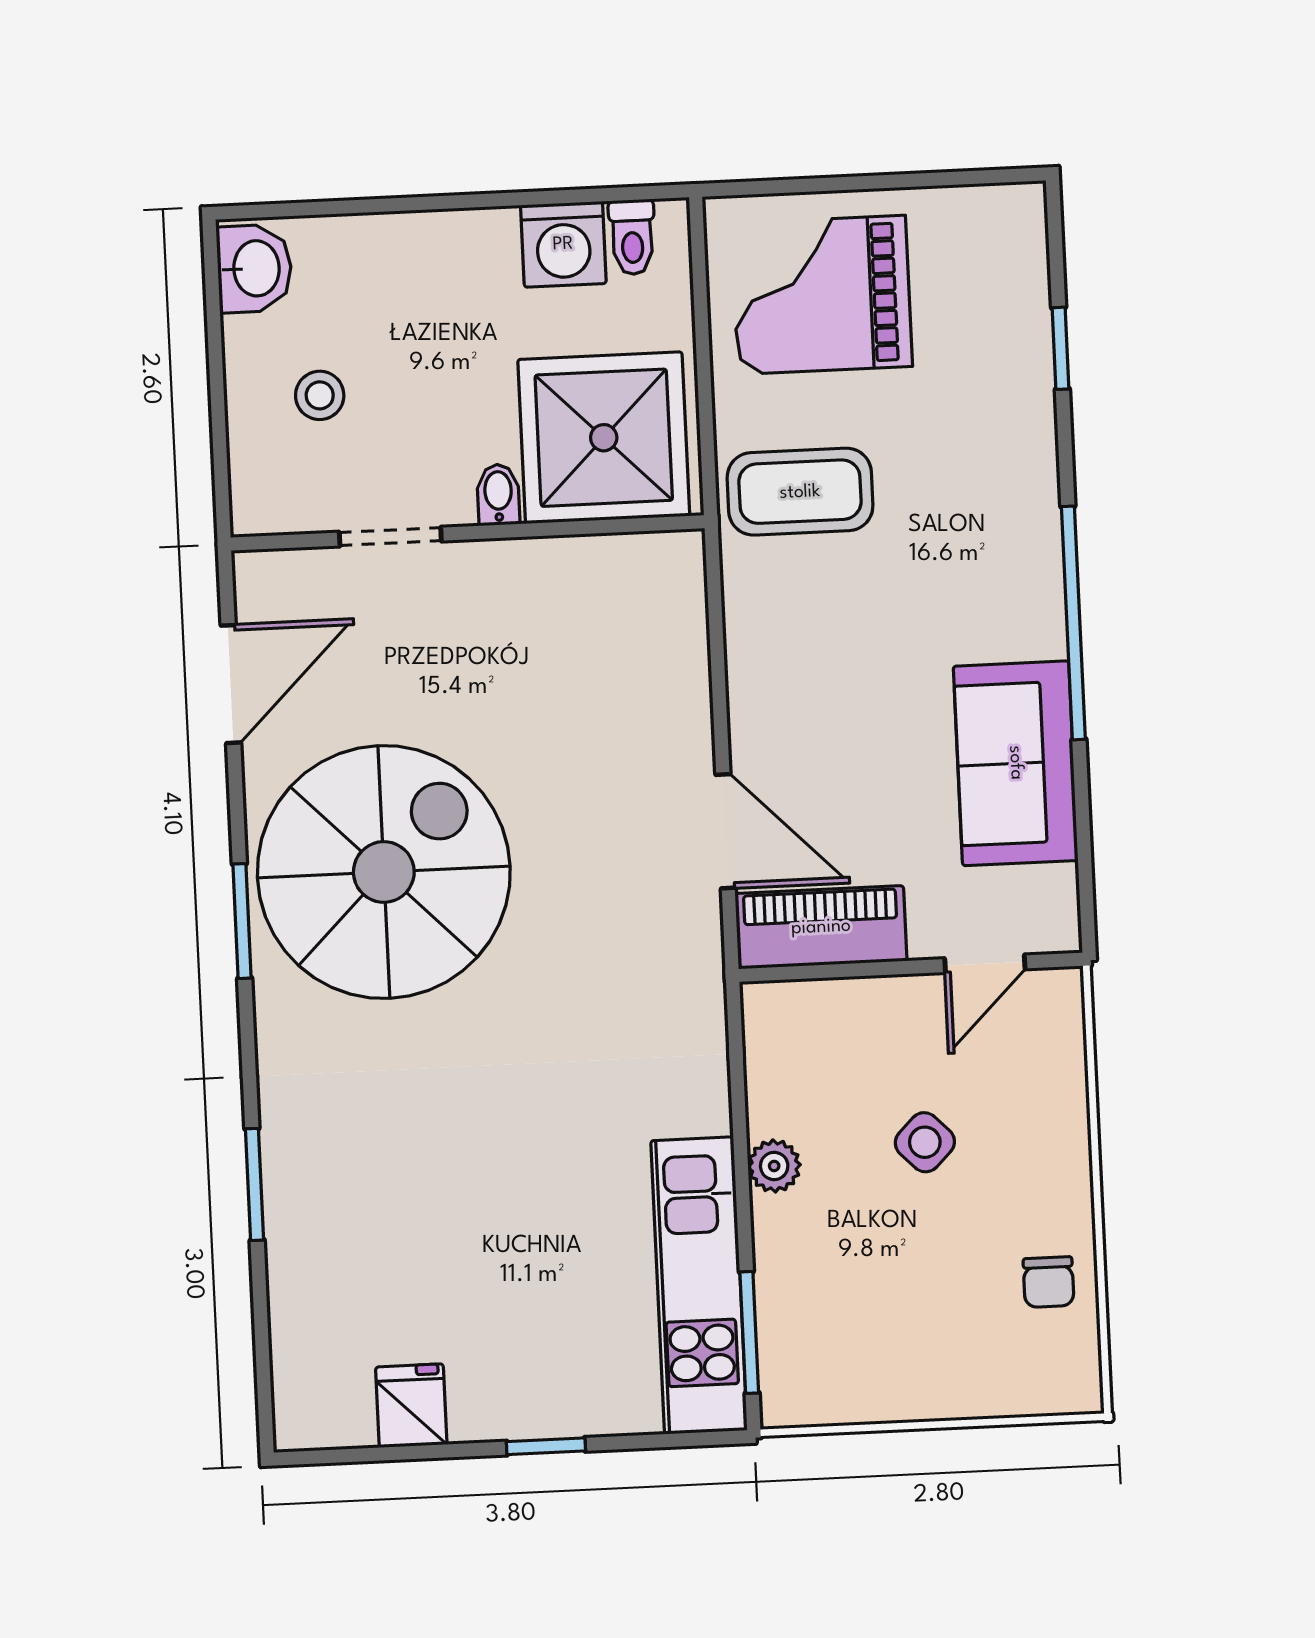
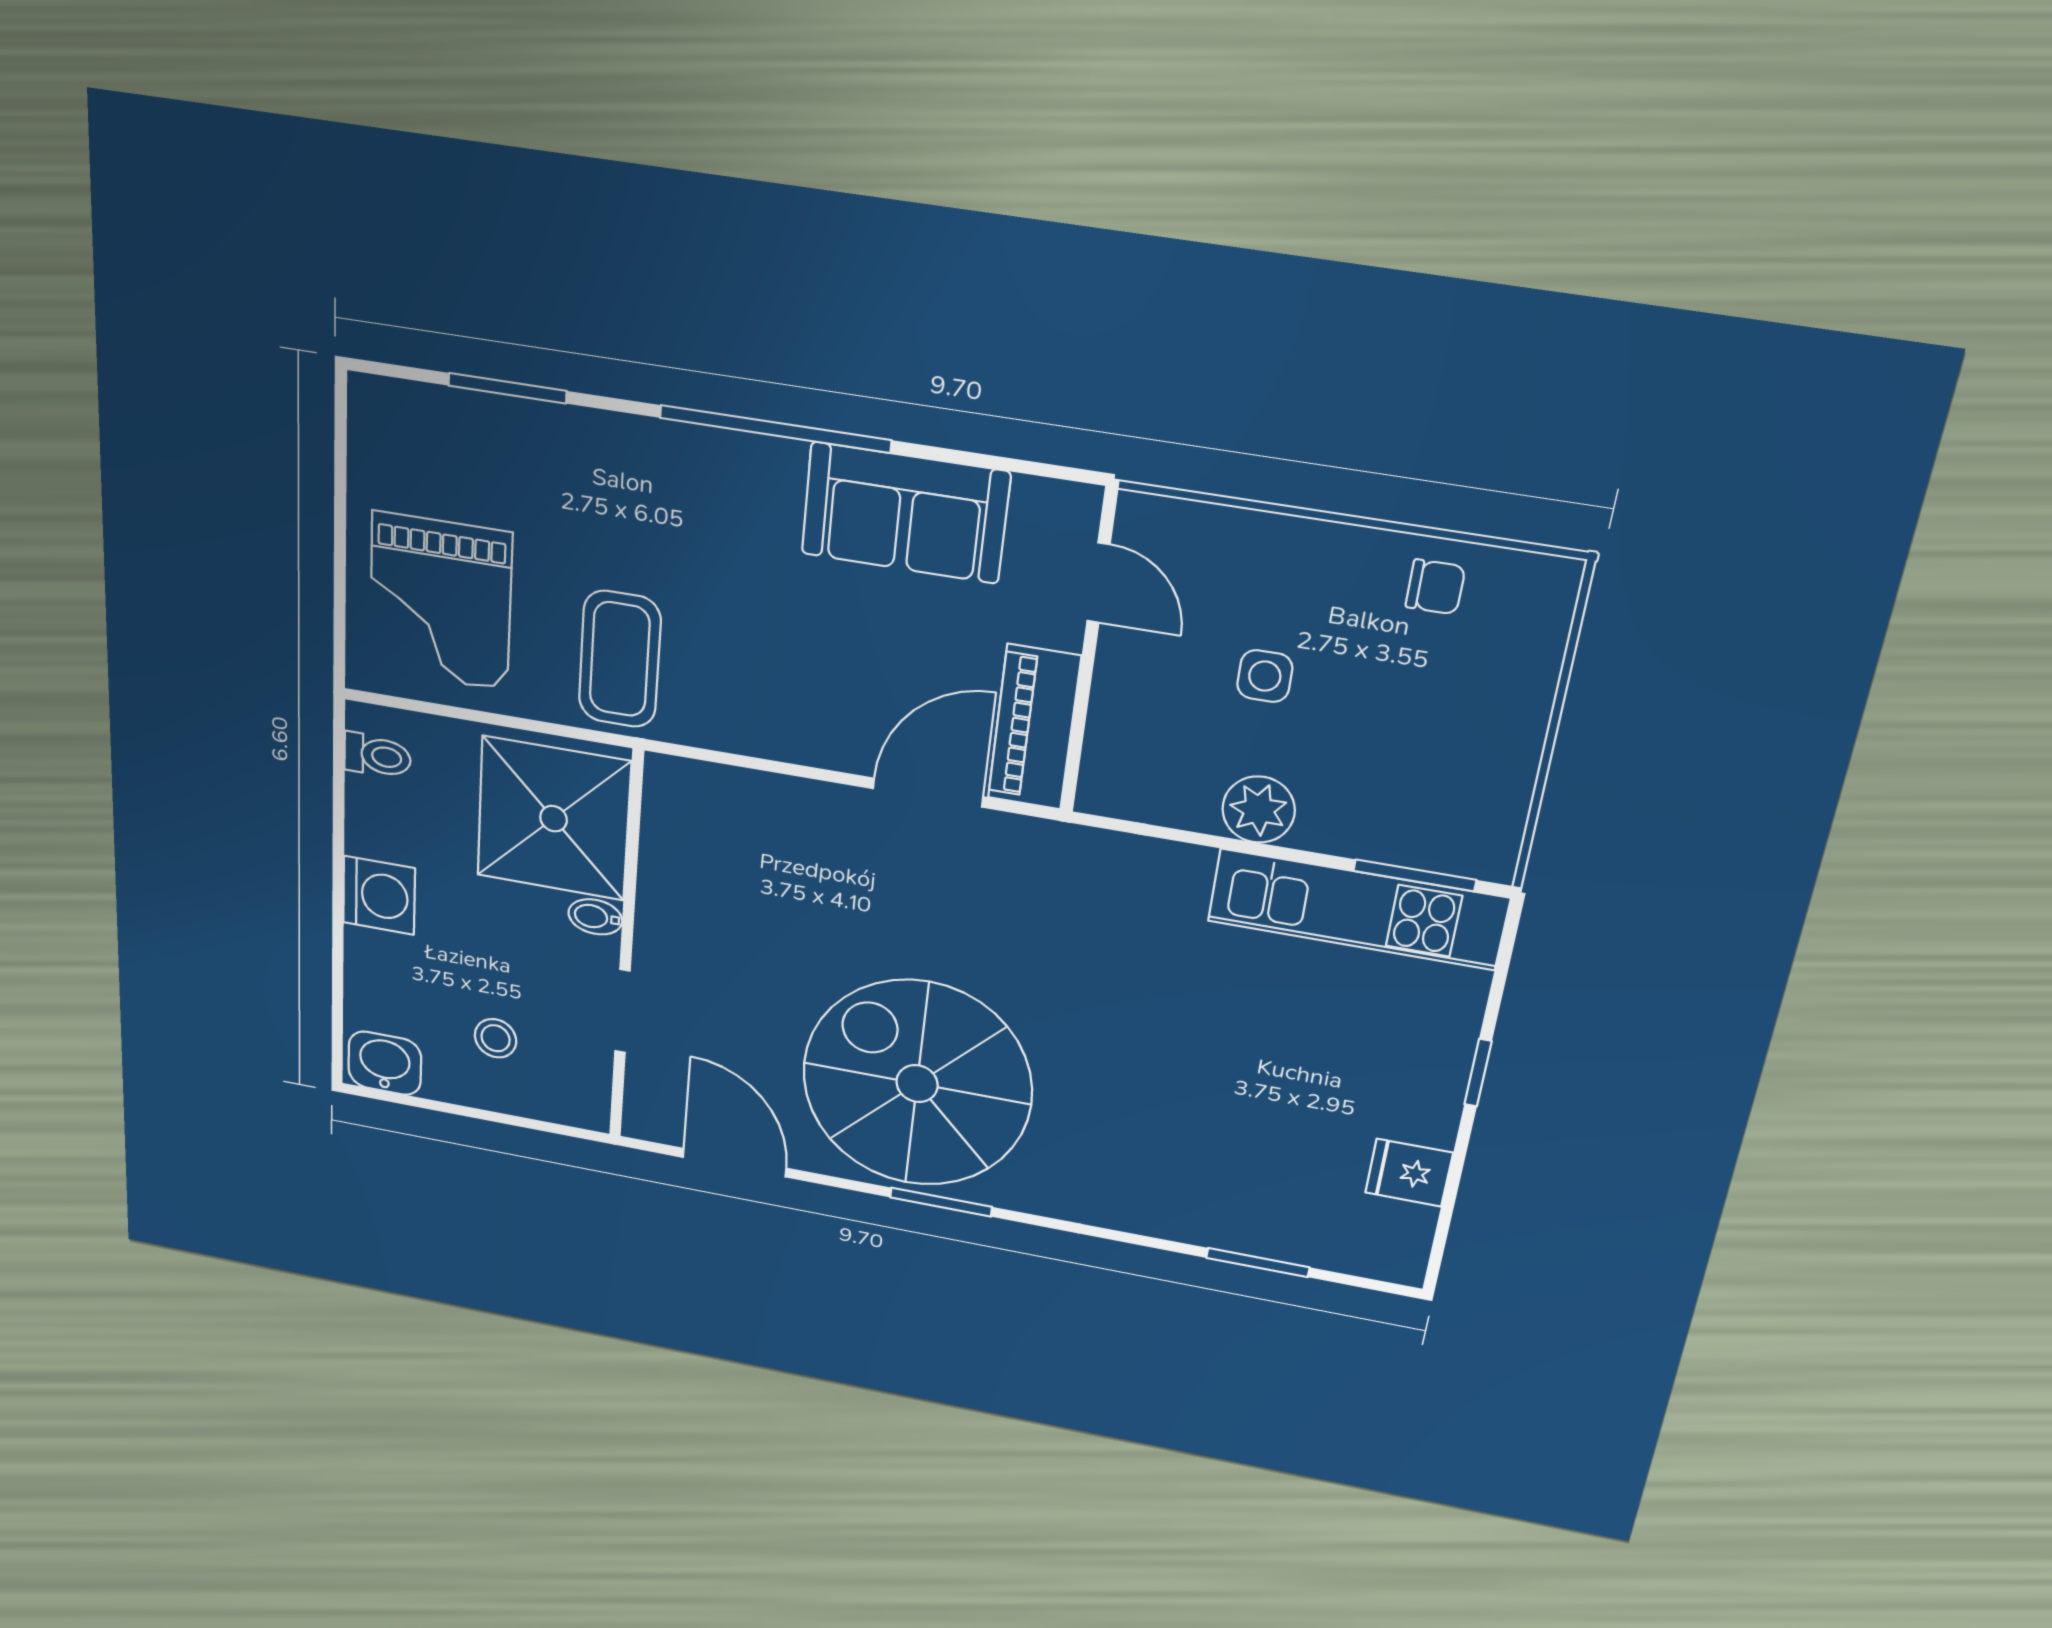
washing machine: (563, 244) -> (379, 895), moved
window: (1060, 348) -> (507, 388), width x1.50
side table: (925, 1142) -> (1265, 676), turned 45
plant: (774, 1166) -> (1259, 810), width x1.38, depth x1.38
window: (254, 1184) -> (1258, 1263), moved

